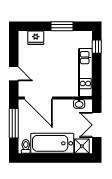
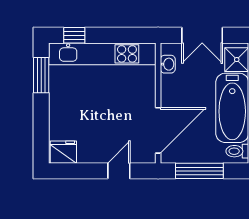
window: (62, 26) -> (41, 75), moved
fridge: (36, 38) -> (63, 152), moved, turned -90
kitchen unit: (85, 72) -> (102, 54), width x1.36

